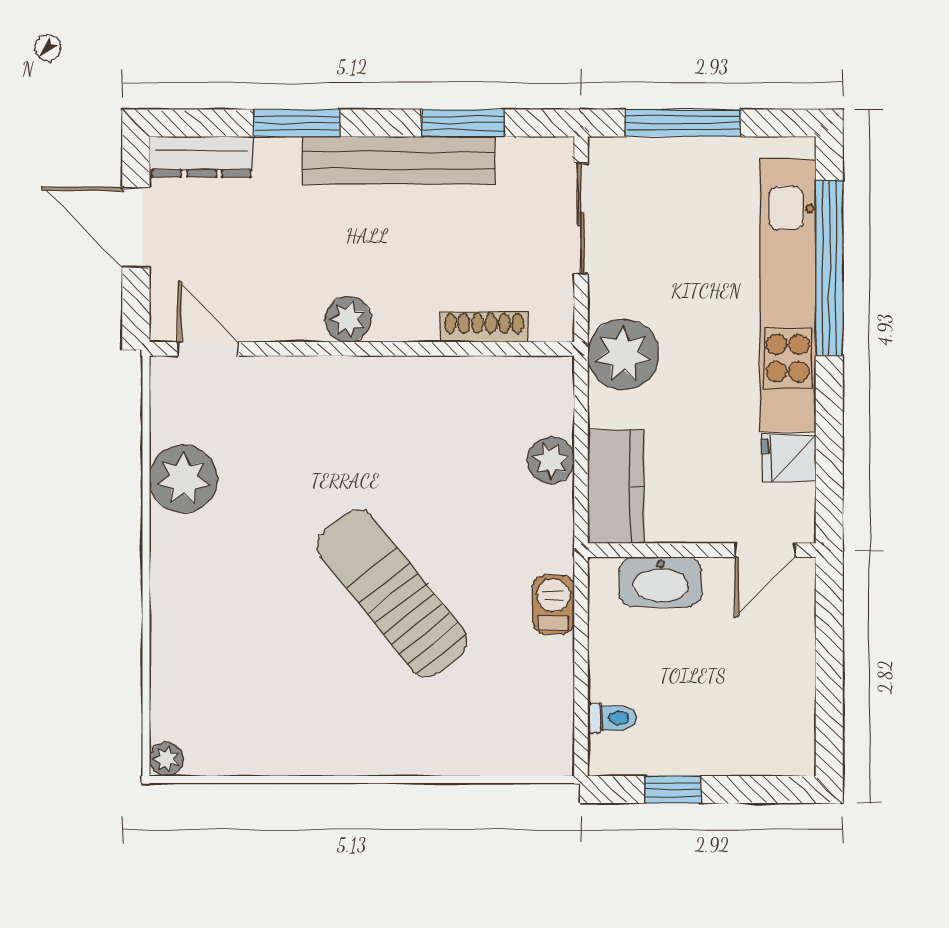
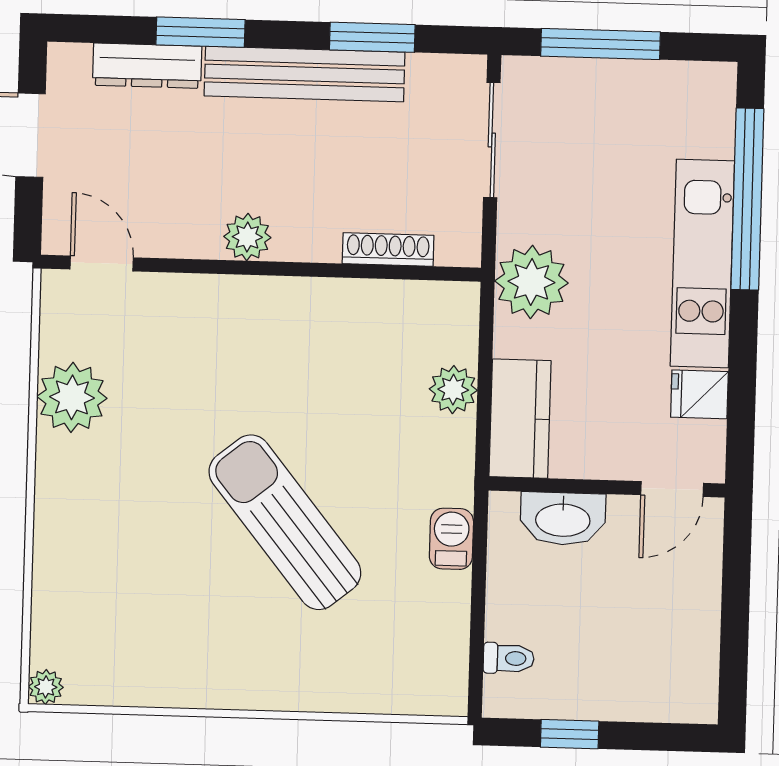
dresser: (202, 157) -> (147, 66), moved
kitchen unit: (788, 295) -> (702, 263), width x0.73

